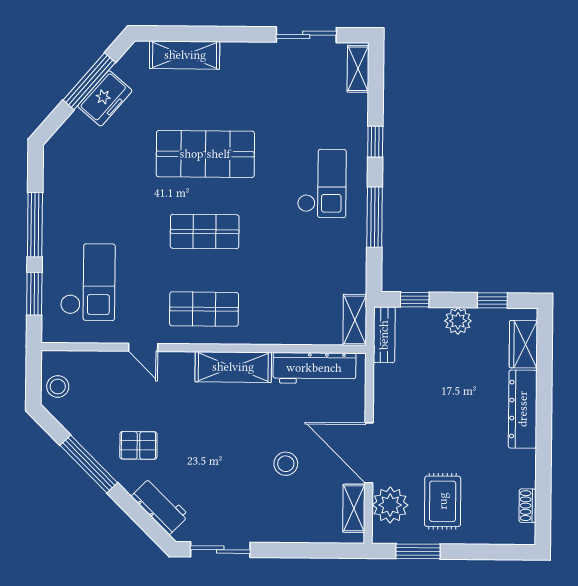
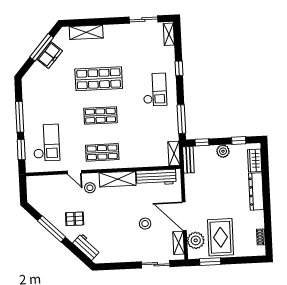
window: (375, 217) -> (181, 119), moved
stool: (58, 387) -> (90, 188), moved
rug: (443, 501) -> (221, 237), width x1.36, depth x1.43
sliding door: (220, 550) -> (156, 264), moved

